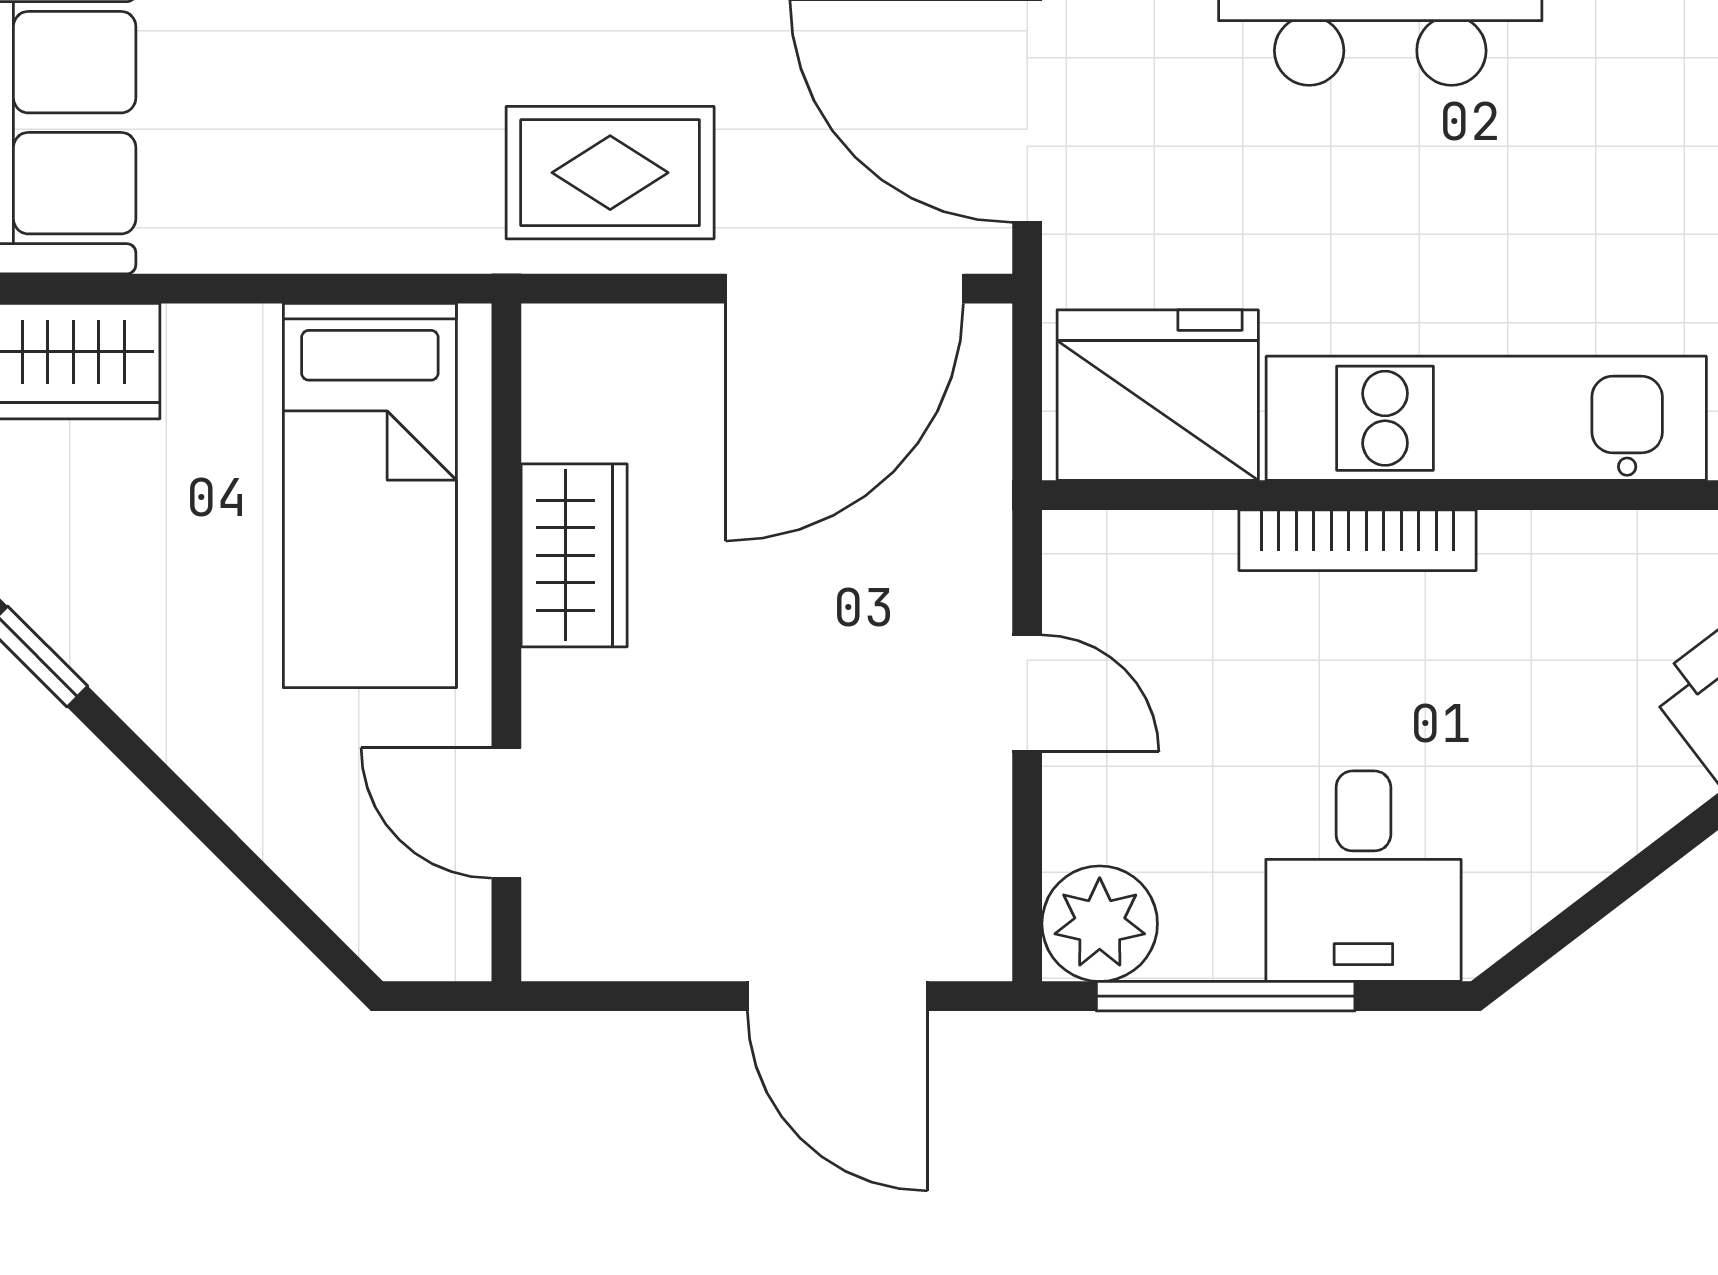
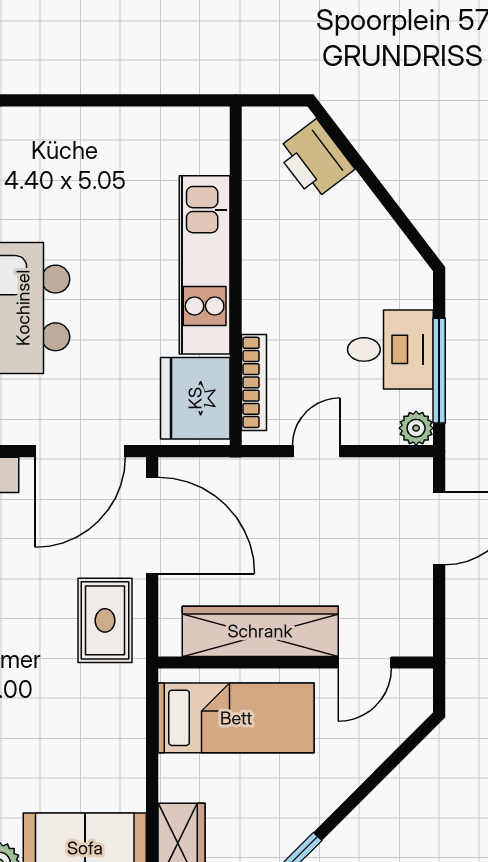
bookcase: (1358, 540) -> (254, 382), moved
wardrobe: (574, 555) -> (260, 631), width x2.10, depth x1.17
desk: (1363, 876) -> (390, 349), moved
plant: (1100, 924) -> (416, 428), width x0.73, depth x0.73

